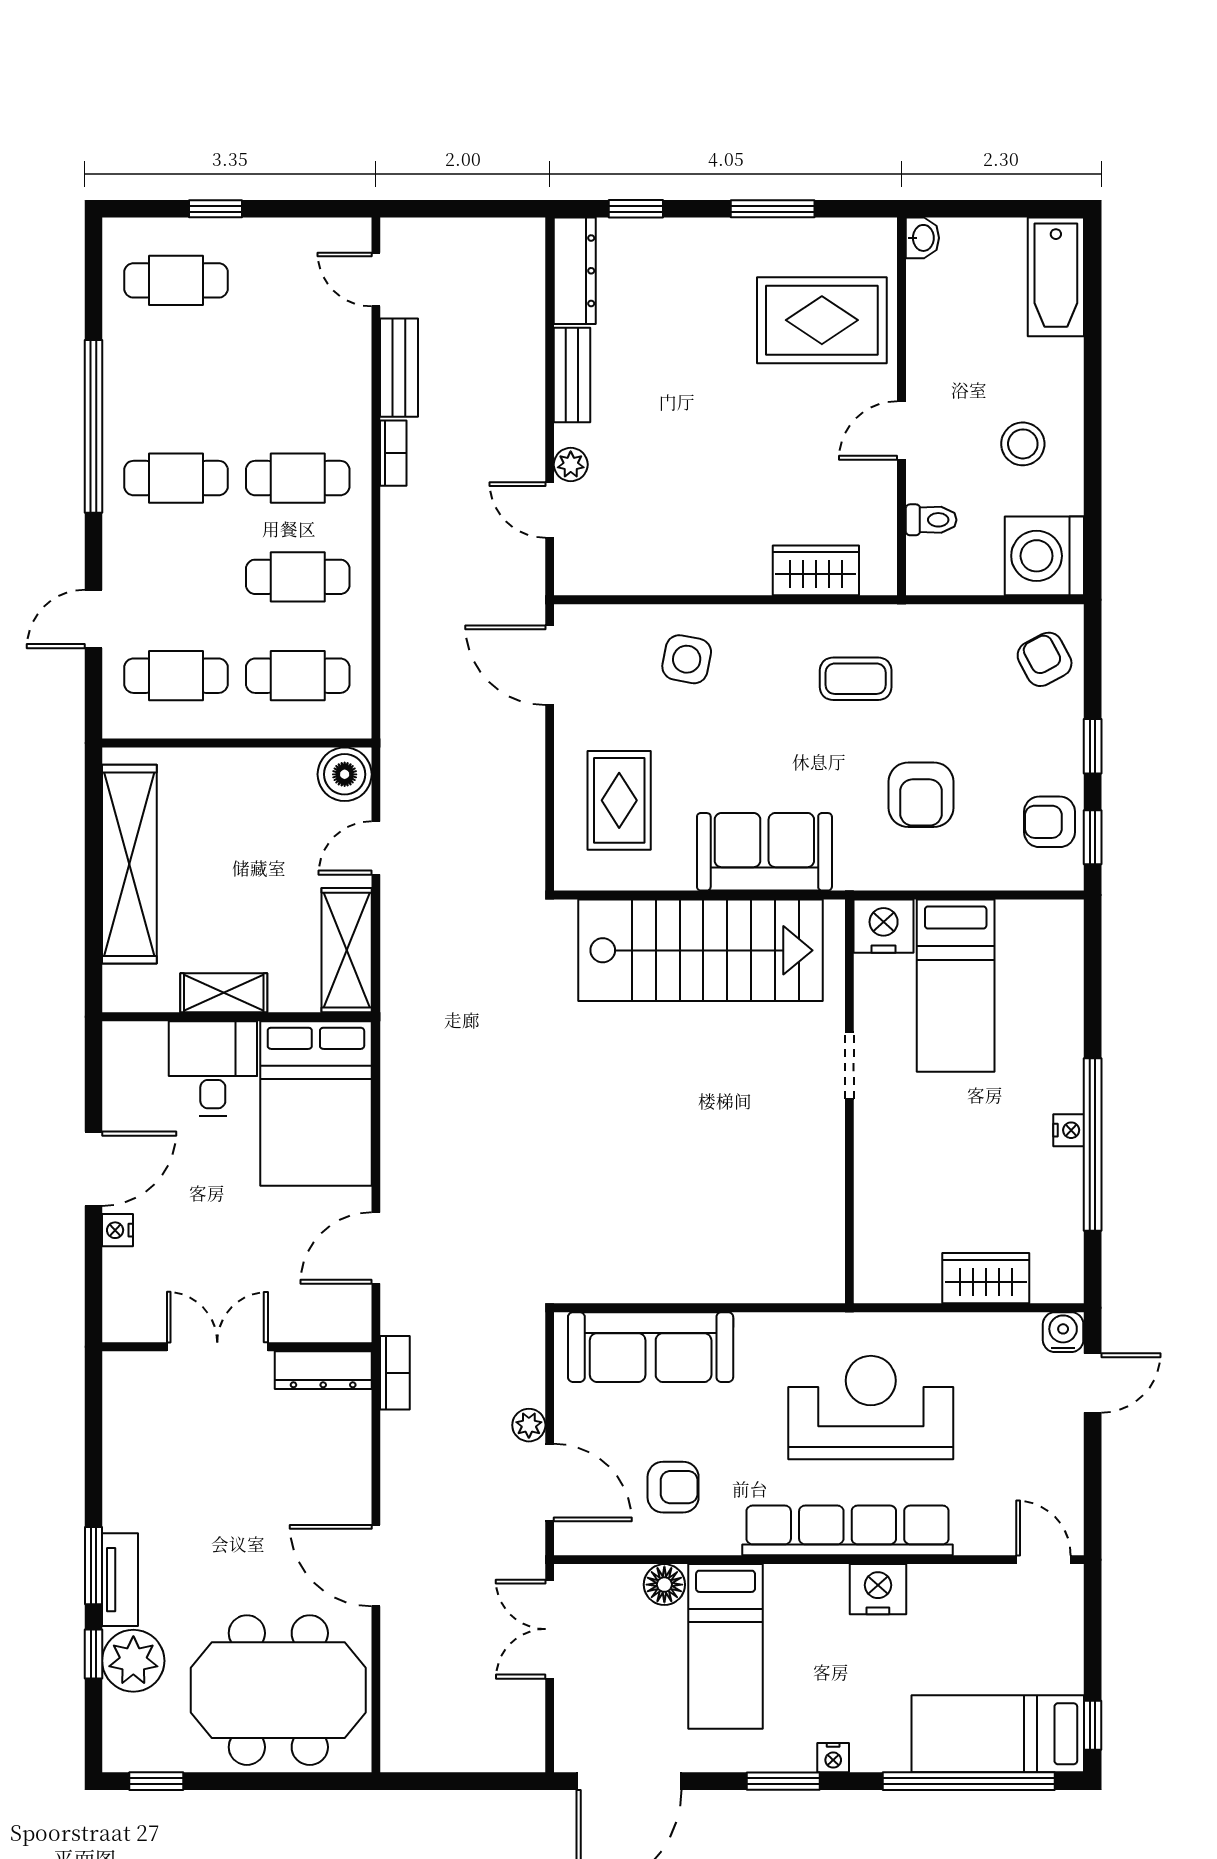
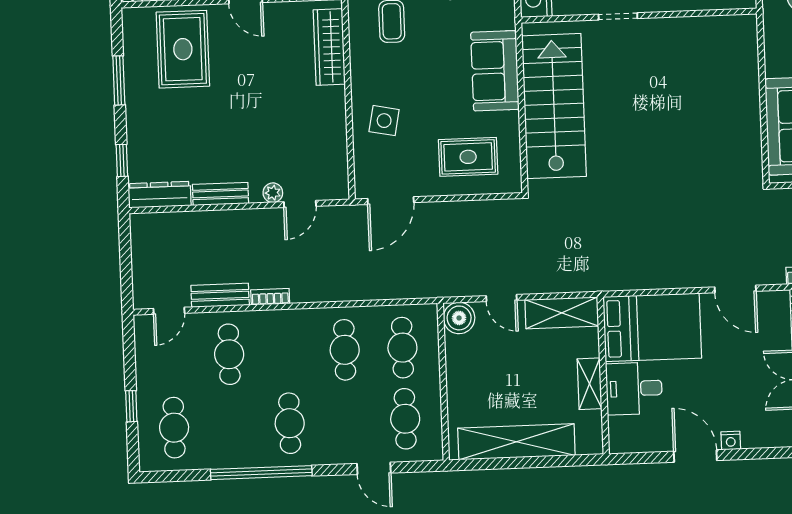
cafe table: (298, 478) -> (229, 354), moved
wardrobe: (816, 570) -> (329, 47), width x1.50

